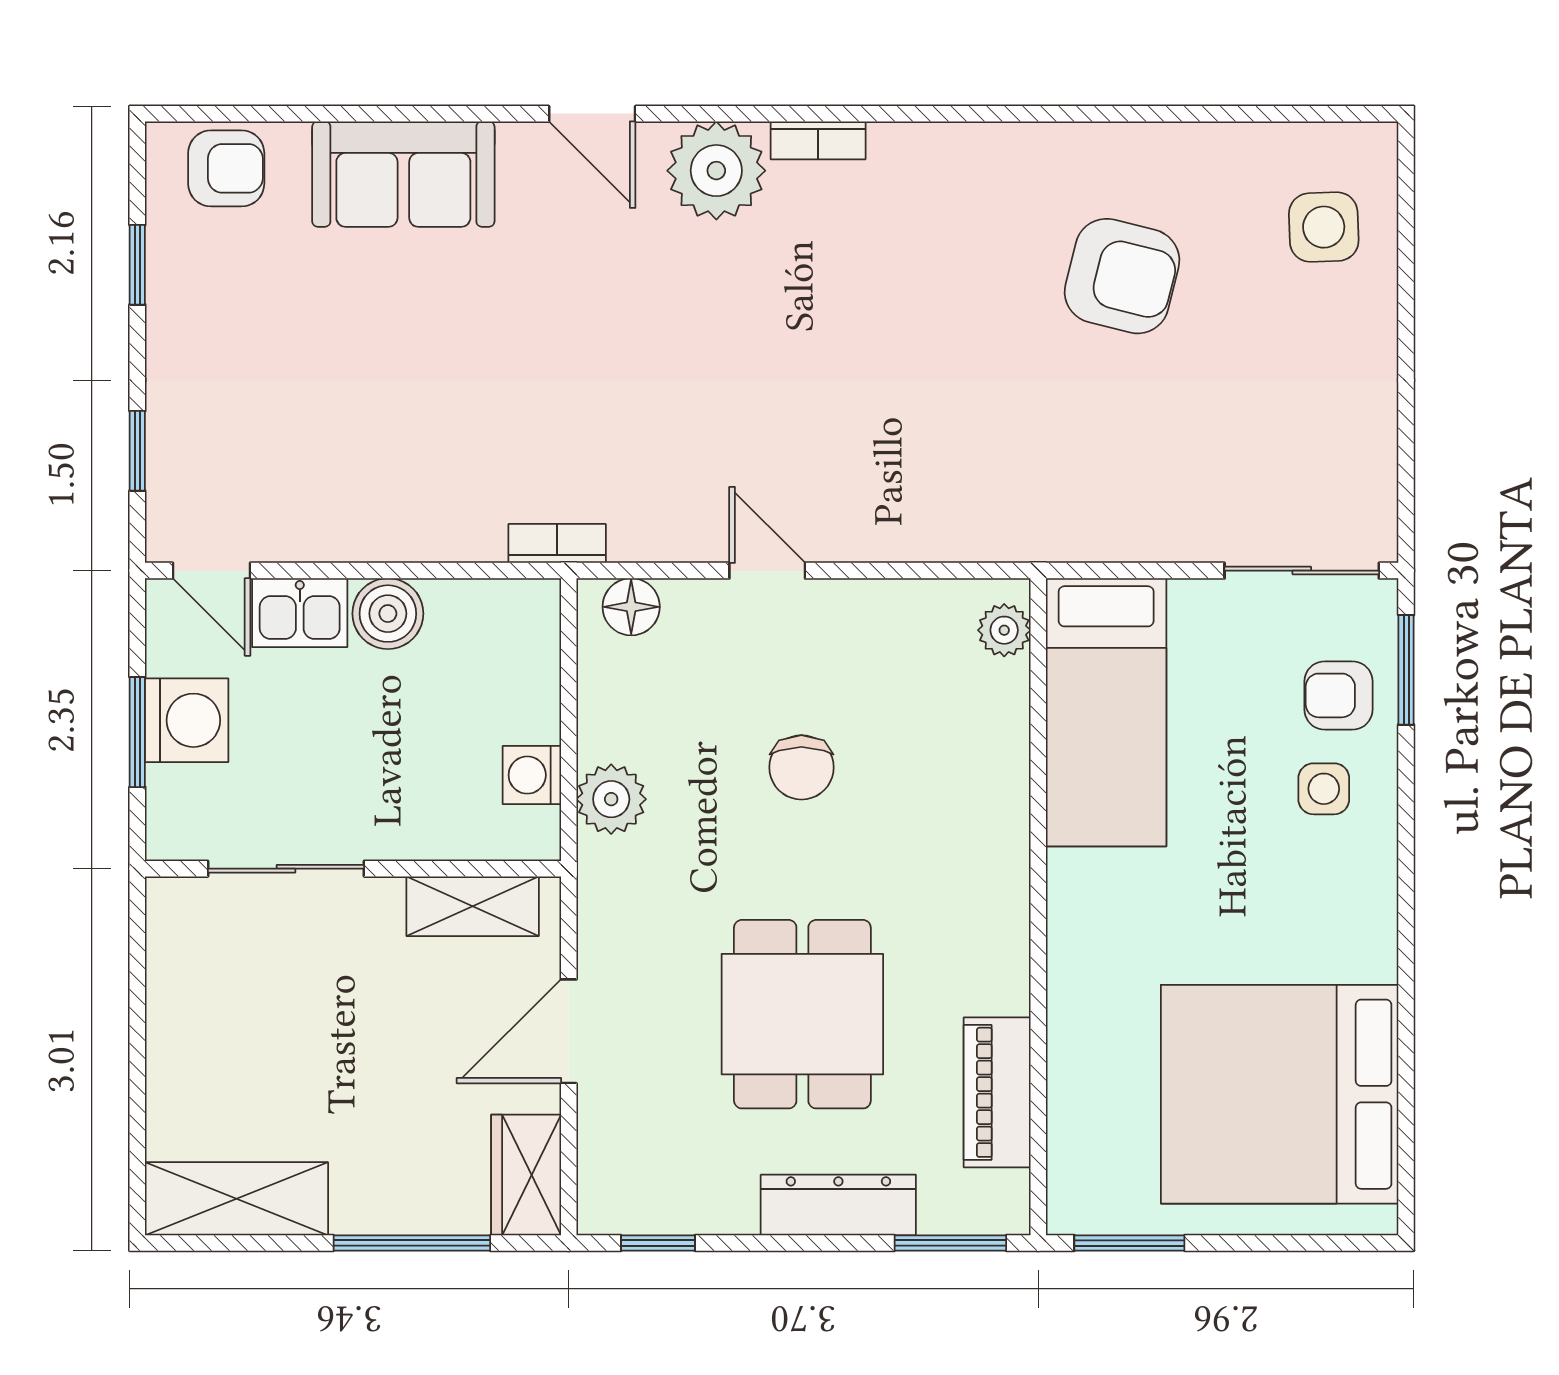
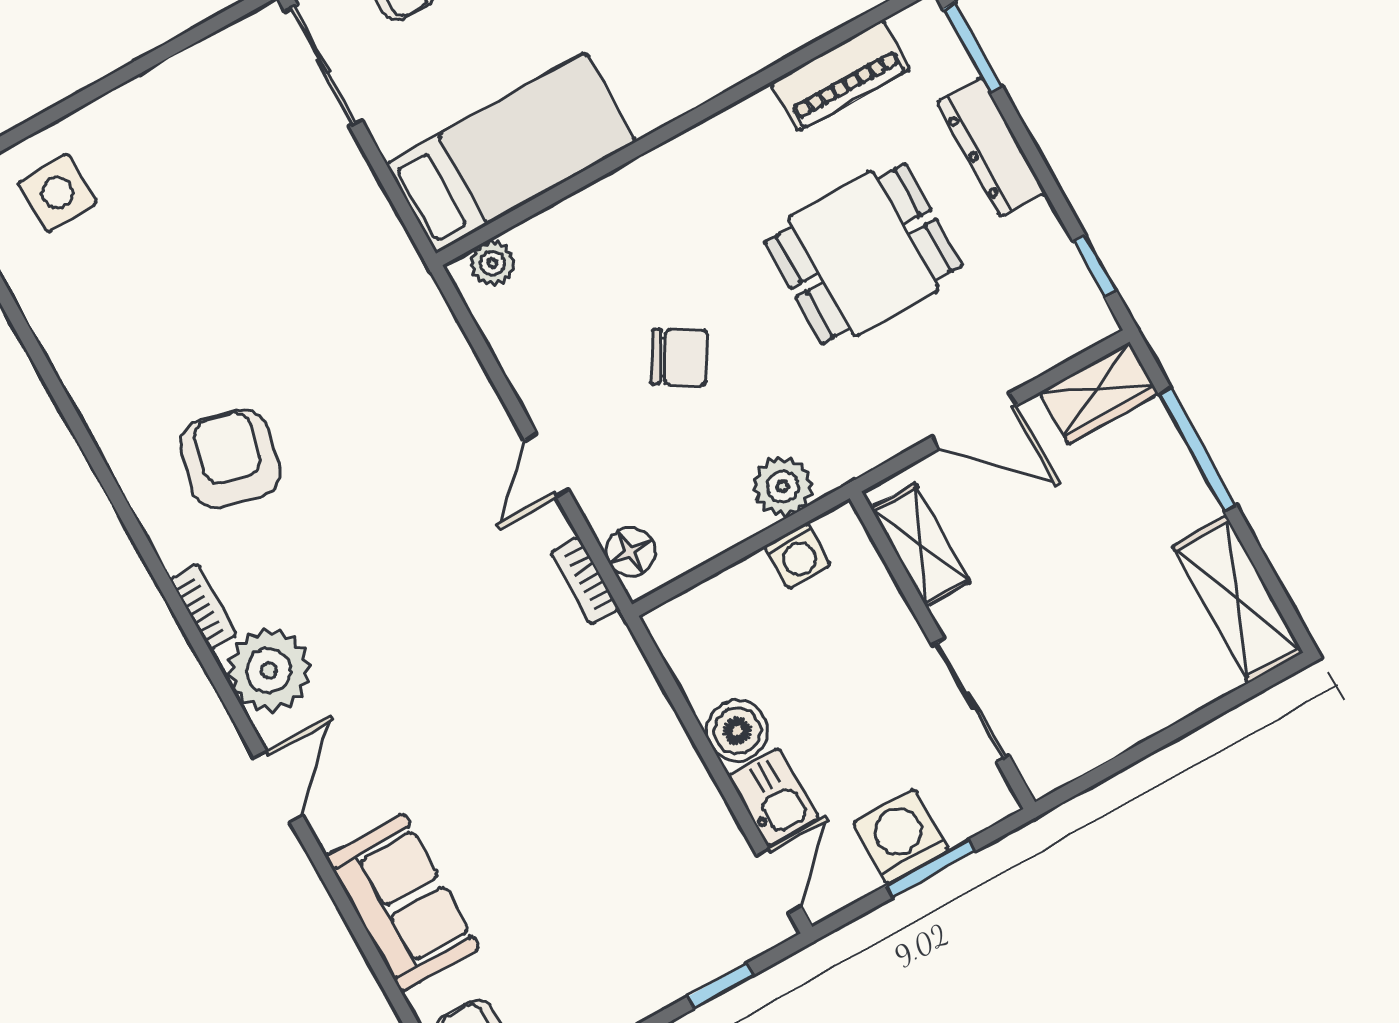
armchair: (1122, 276) -> (230, 459), moved
bookcase: (557, 543) -> (585, 581), moved
chair: (801, 767) -> (679, 357), turned 31

